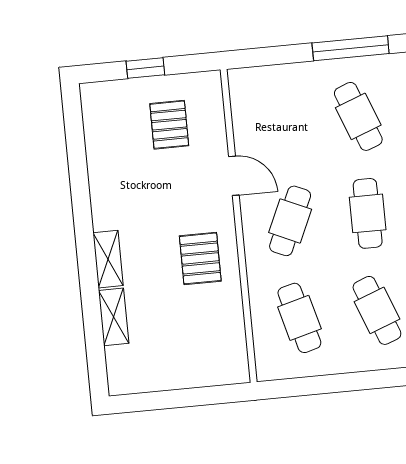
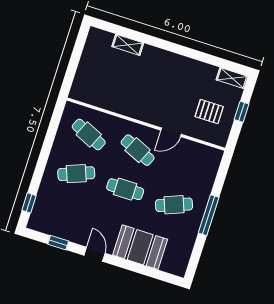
pallet: (200, 258) -> (138, 99), removed
shelving: (108, 259) -> (232, 78), moved
cafe table: (299, 318) -> (89, 135), turned 39

